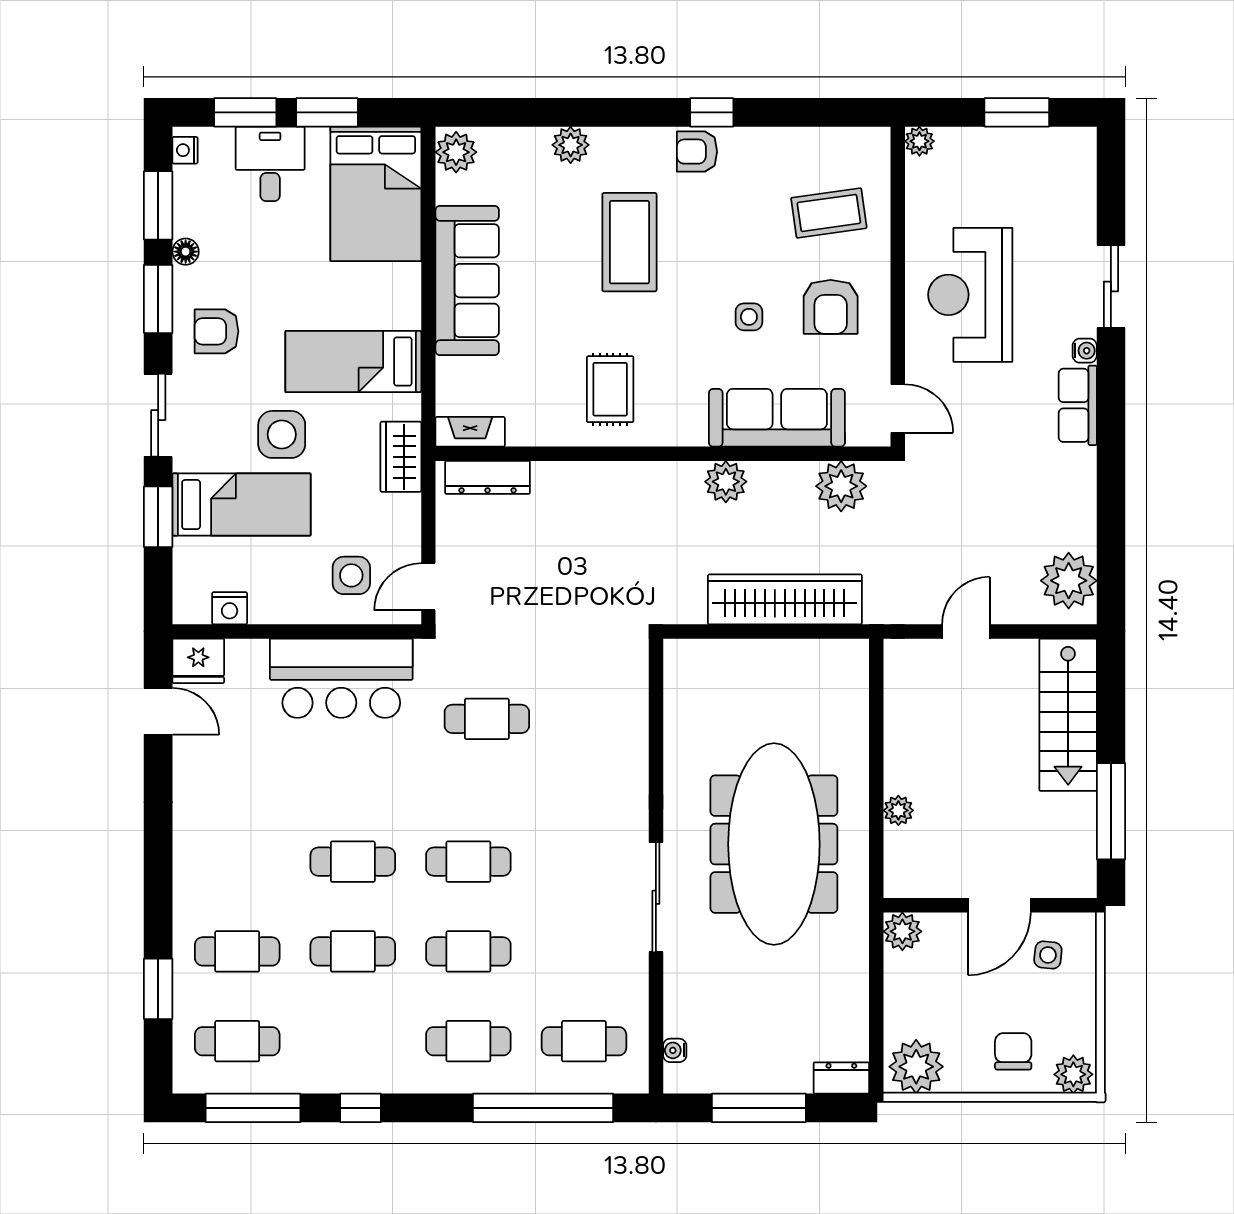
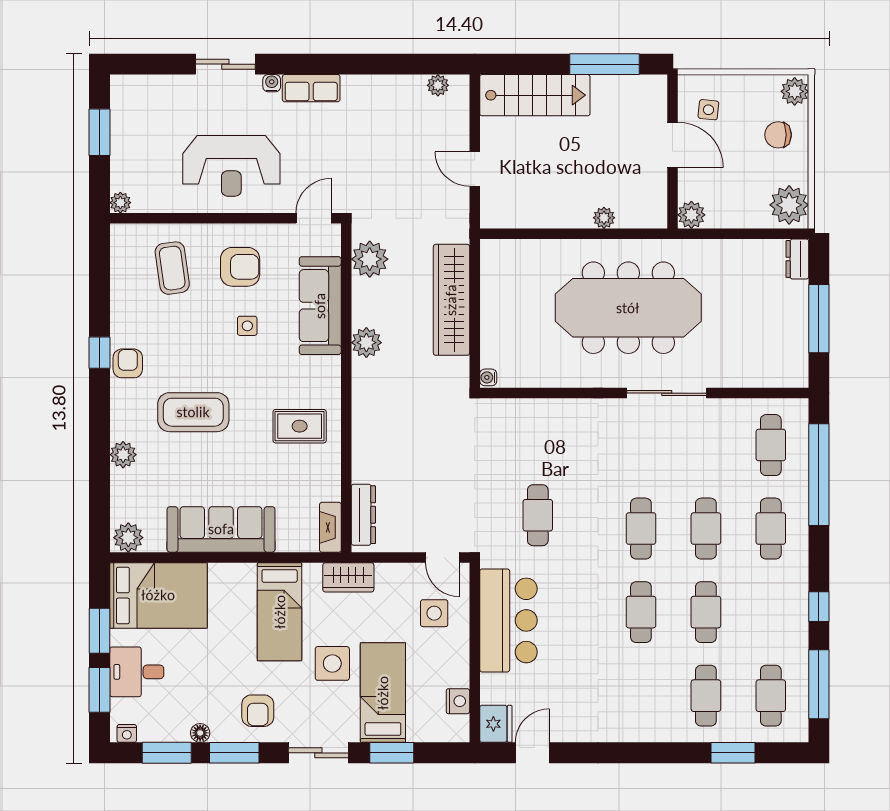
armchair: (697, 152) -> (128, 363), turned 180
plant: (1069, 581) -> (438, 85), width x0.53, depth x0.53
water cooler: (675, 1050) -> (488, 377), moved, turned 90

